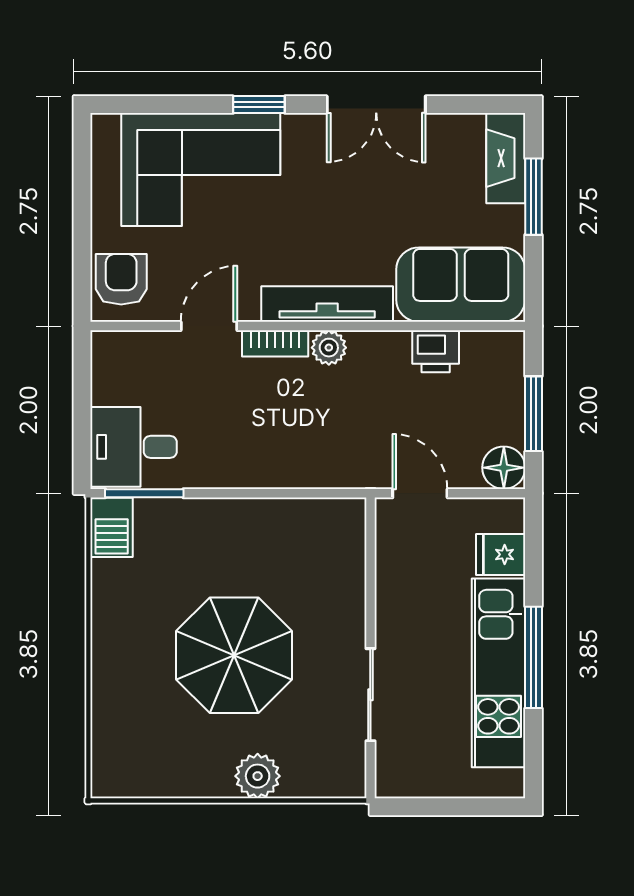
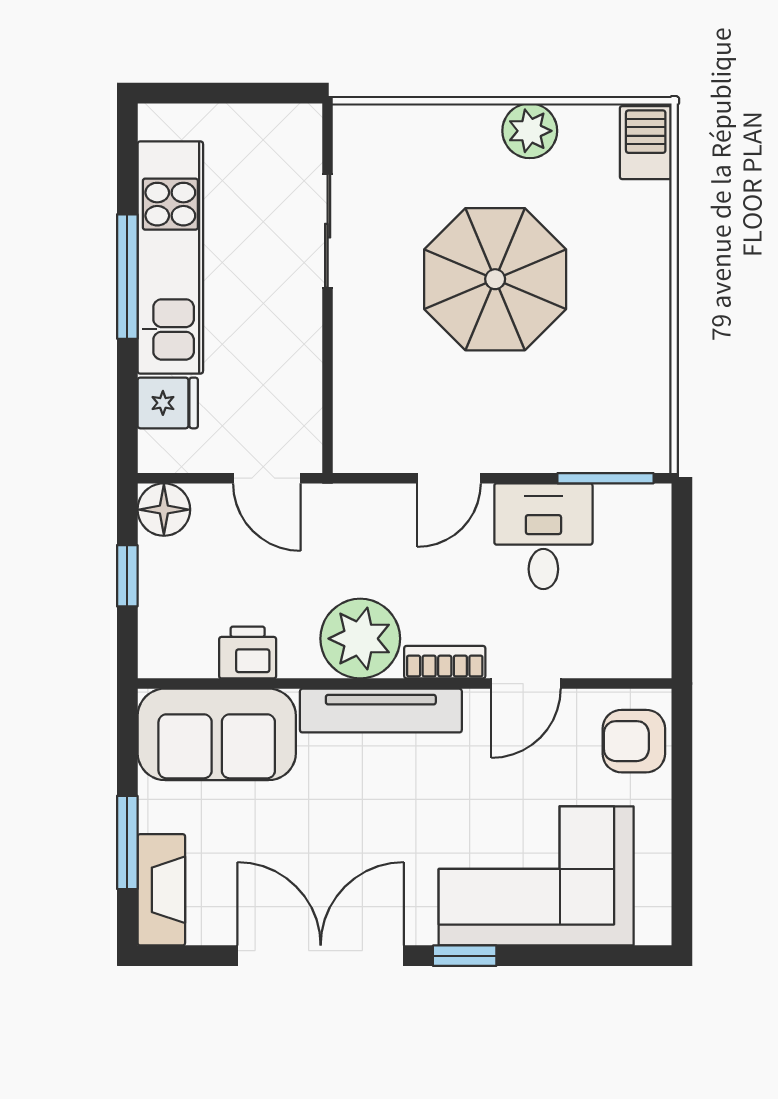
double door: (376, 105) -> (321, 956), width x1.37
armchair: (121, 279) -> (634, 741), turned 90
plant: (329, 348) -> (360, 639), width x1.88, depth x1.88
window: (534, 414) -> (127, 576), width x0.67
desk: (134, 447) -> (543, 536), moved, turned -90
door: (272, 493) -> (449, 478), added
barbecue: (112, 527) -> (646, 143), moved
plant: (258, 776) -> (530, 131), moved

